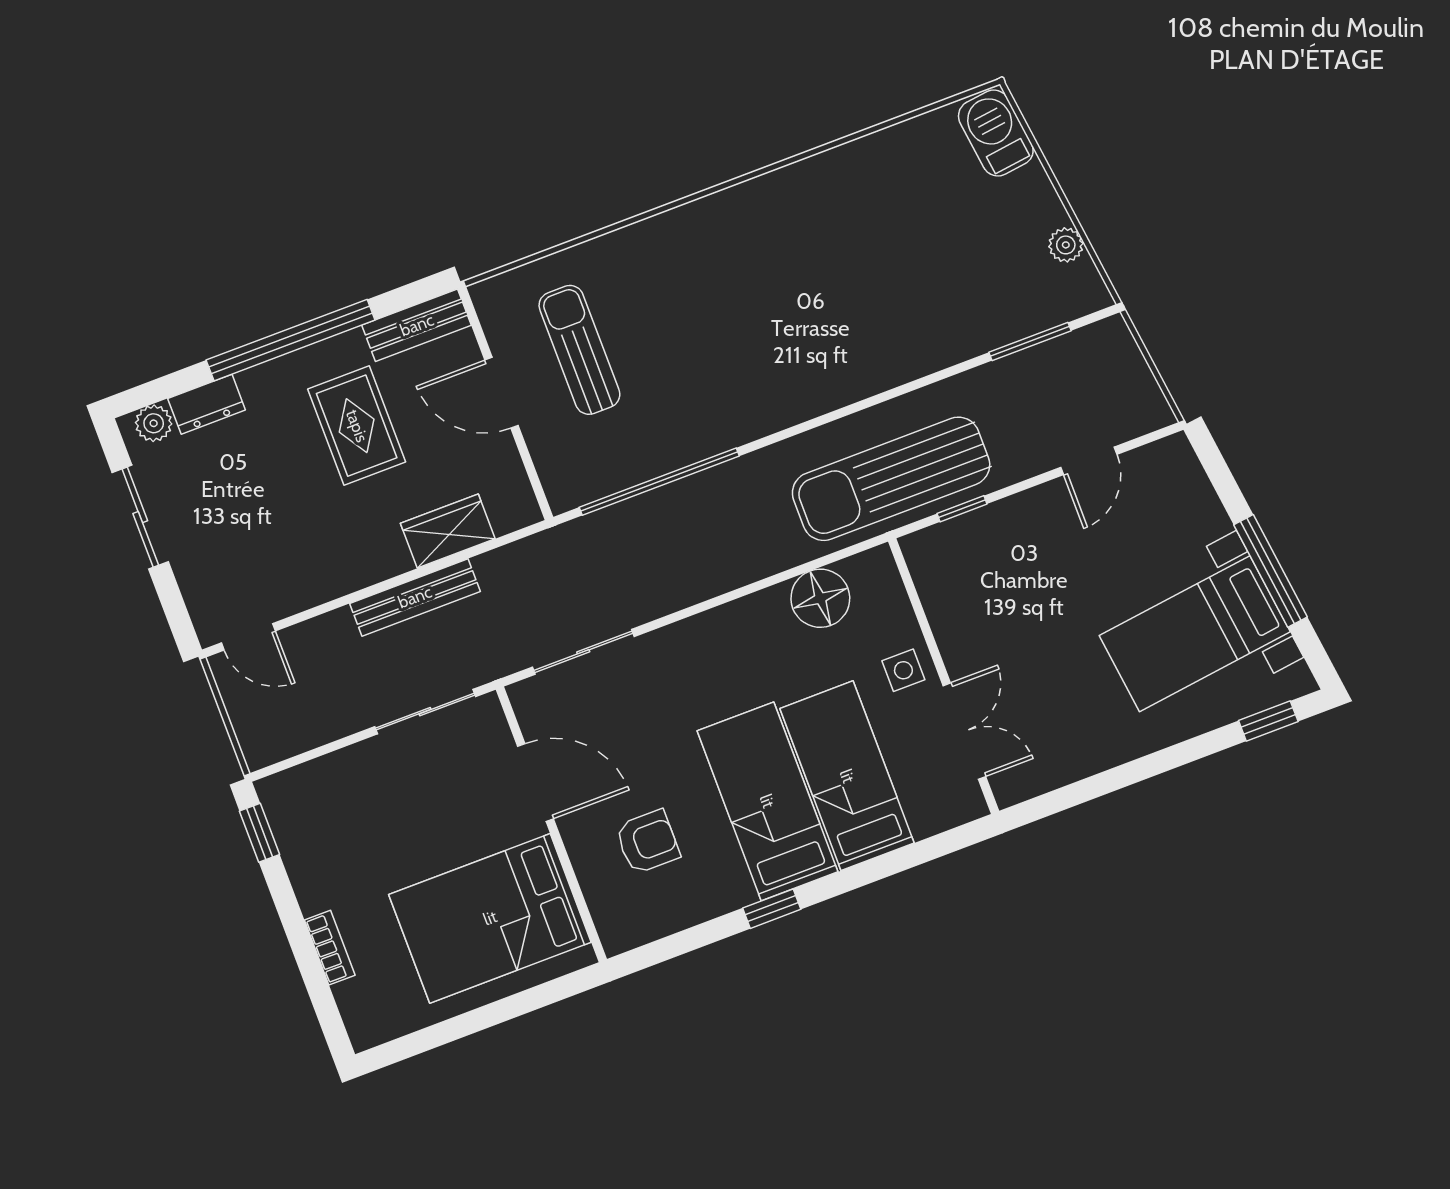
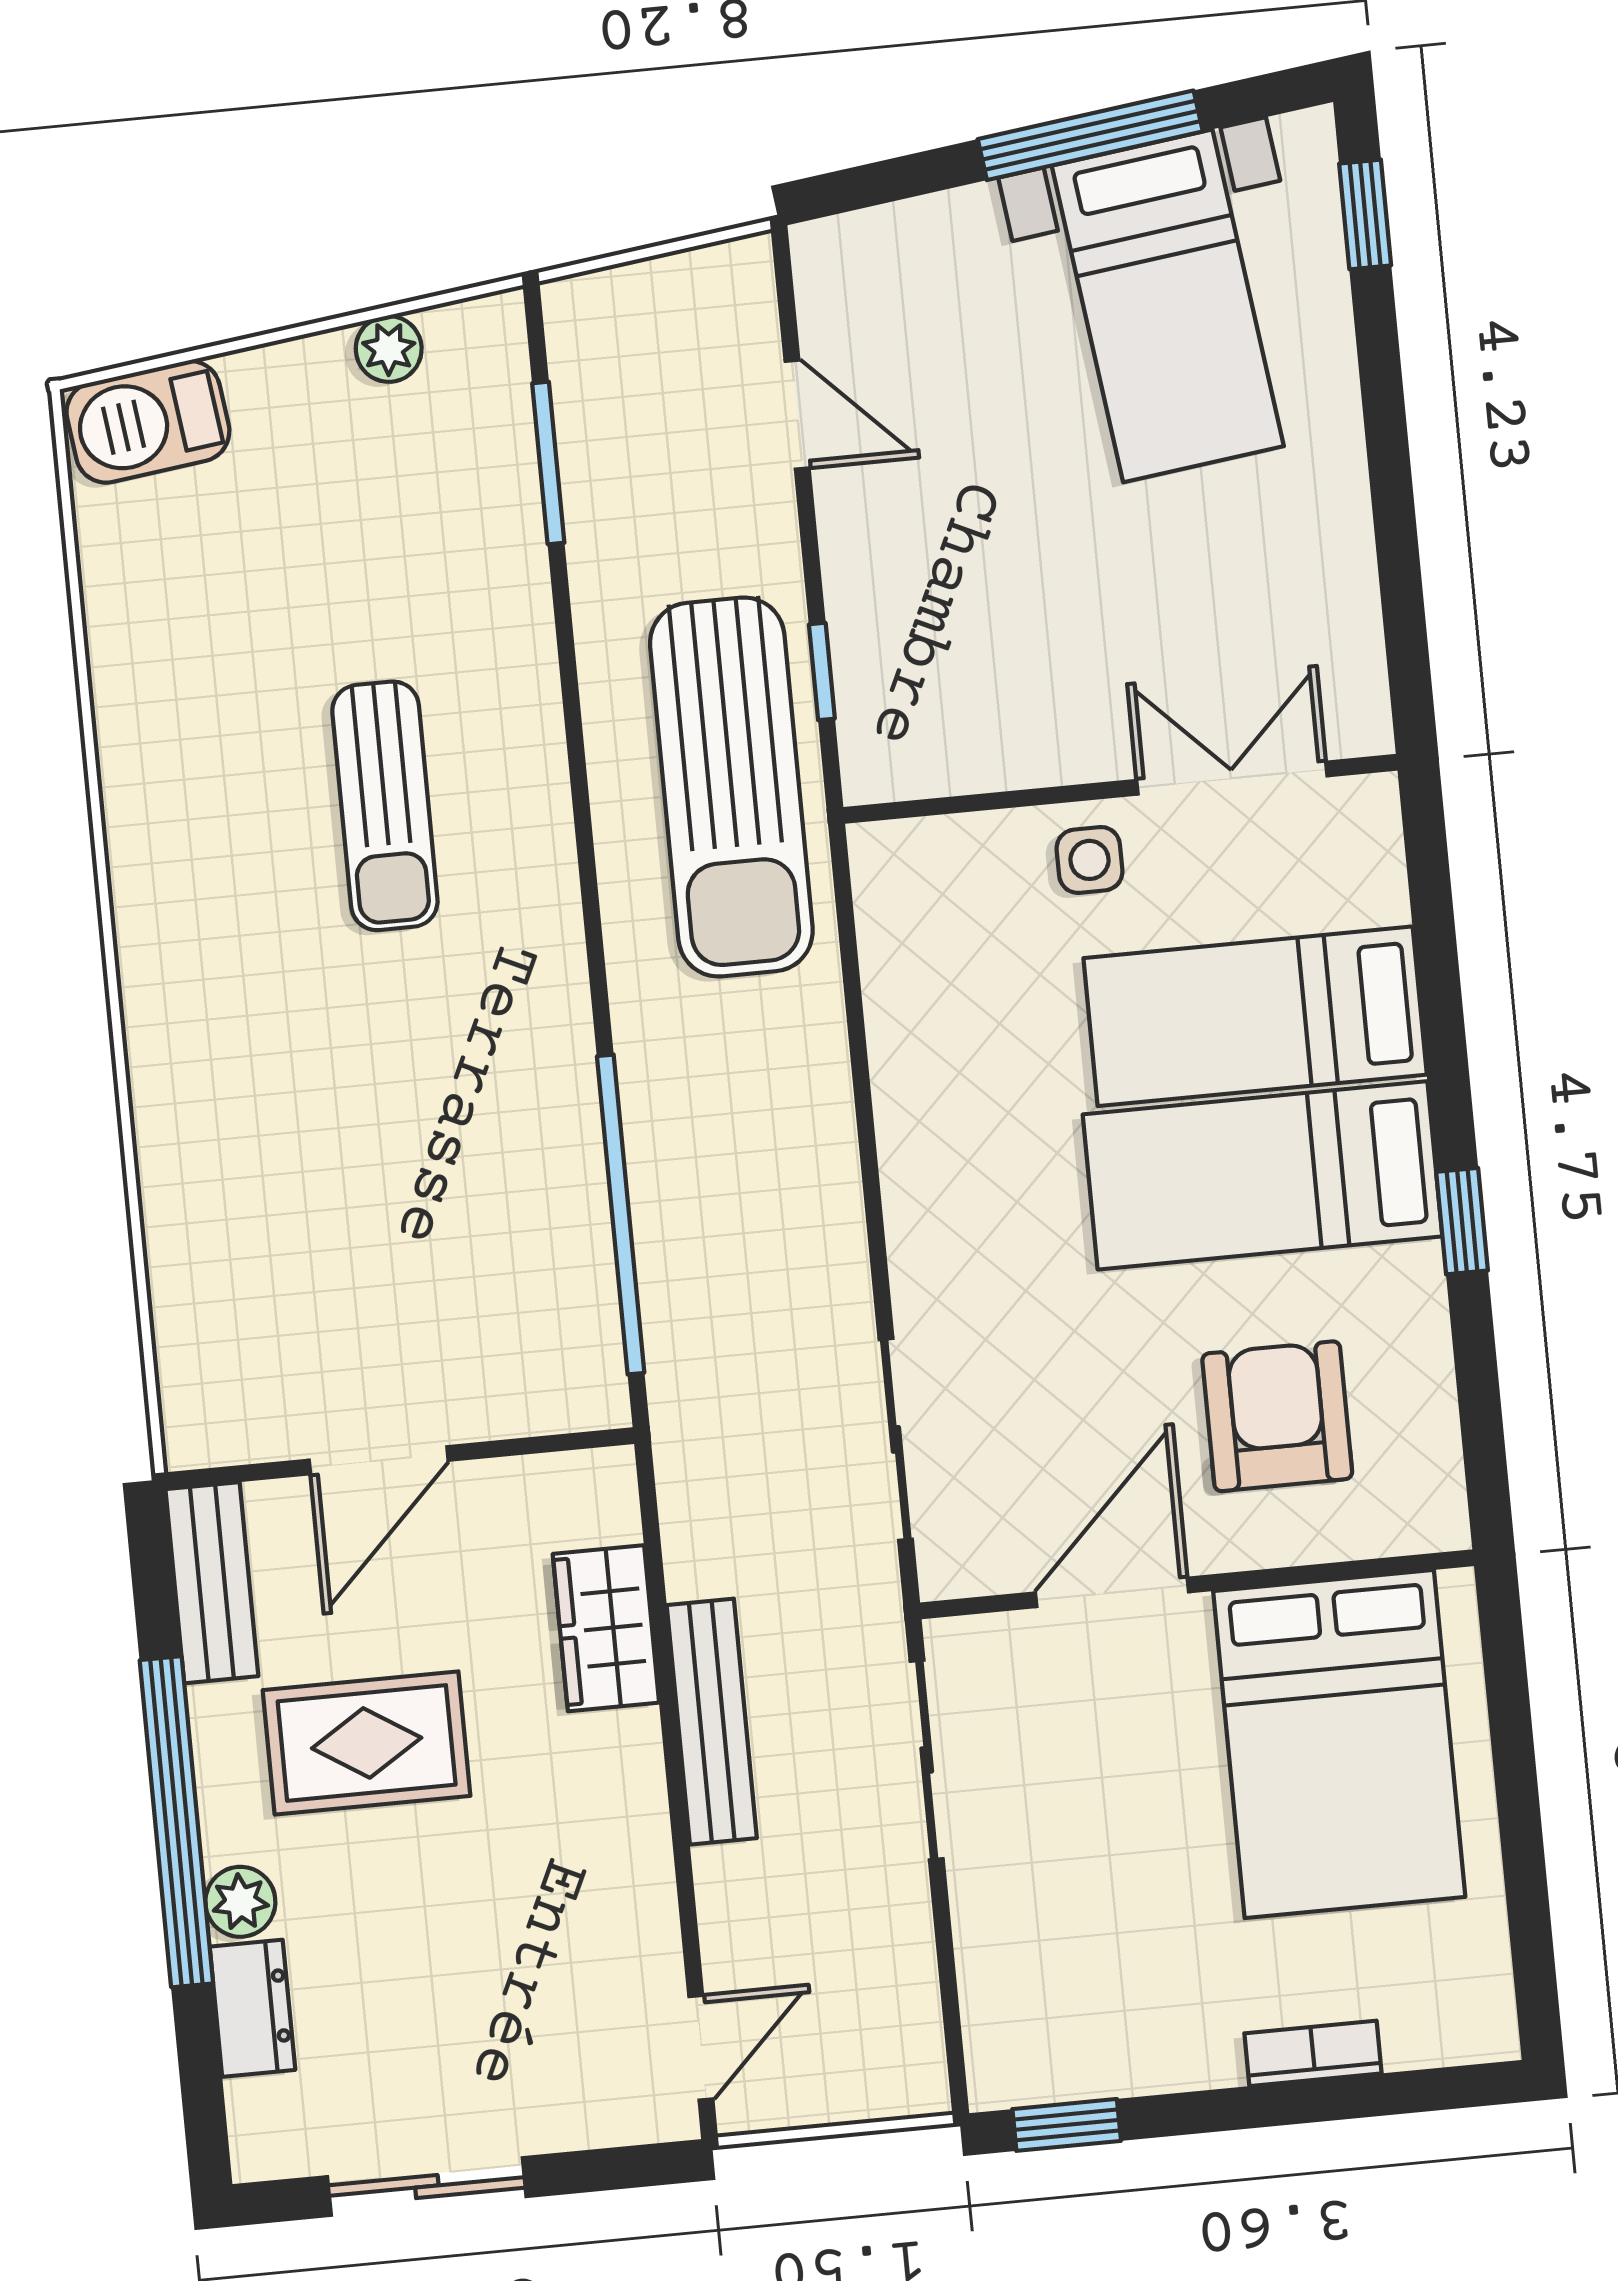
sun lounger: (579, 350) -> (385, 806), moved, turned -90
plant: (154, 423) -> (240, 1902), moved
floor lamp: (820, 598) -> (916, 977), removed
armchair: (647, 842) -> (1277, 1416), width x1.38, depth x1.38

